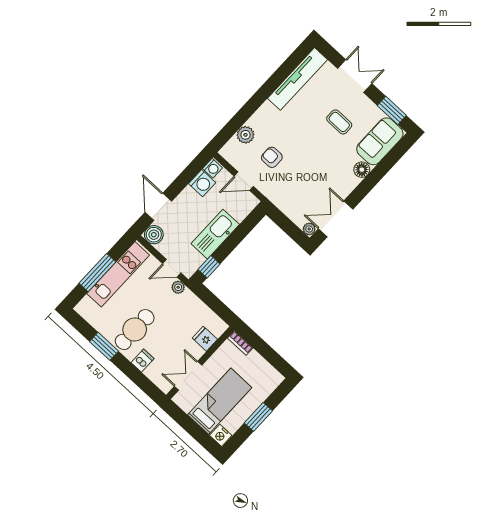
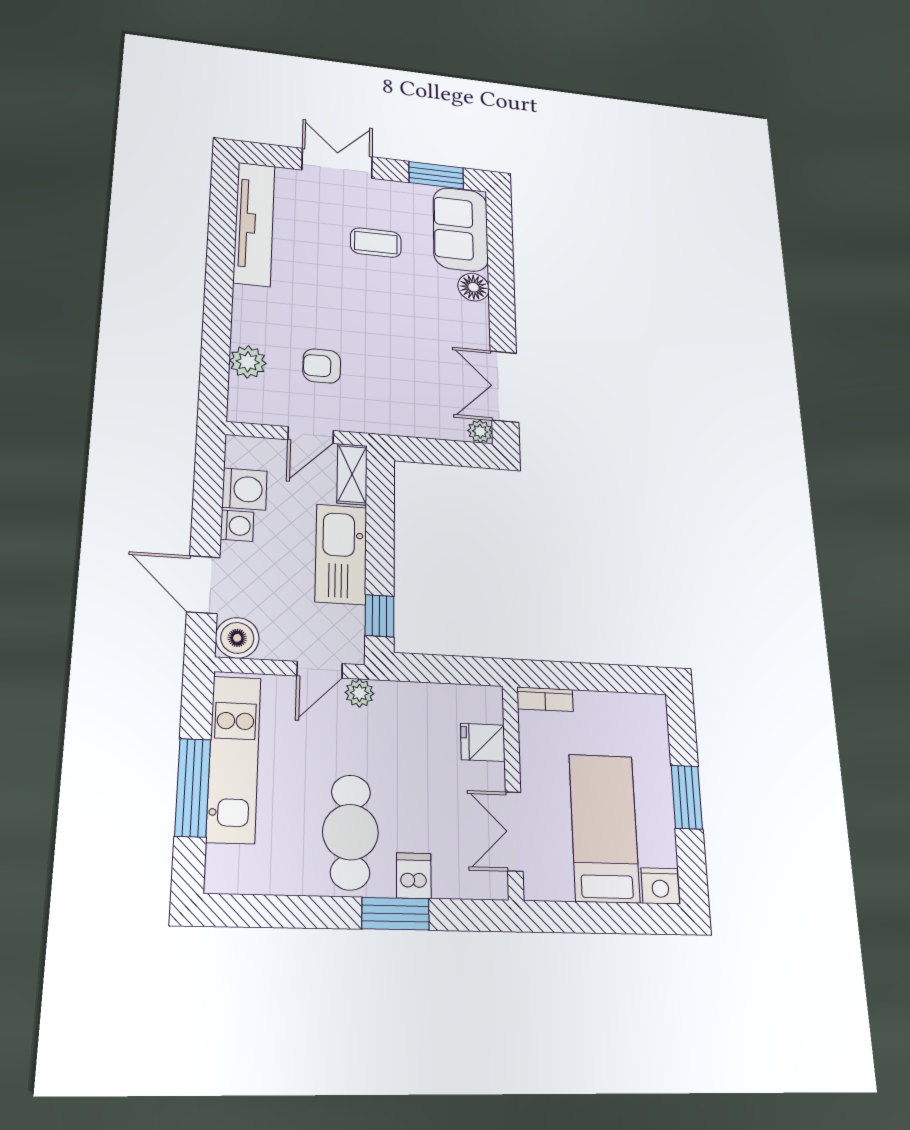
washing machine: (212, 168) -> (237, 526), moved
shelving: (246, 208) -> (352, 474), added
window: (104, 346) -> (395, 914), moved

